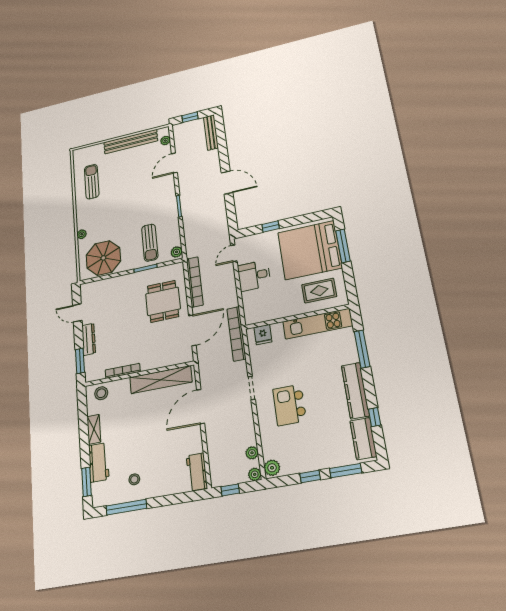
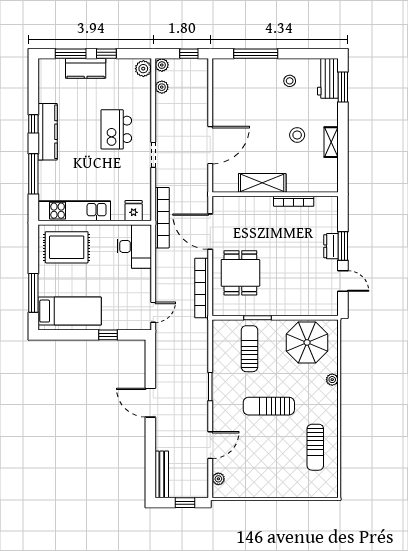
bench: (131, 142) -> (262, 489), removed
sun lounger: (130, 203) -> (269, 406), added
bed: (310, 250) -> (70, 311), width x0.49
plant: (176, 252) -> (219, 329), removed
desk: (254, 276) -> (134, 246), moved, width x1.37
rug: (319, 291) -> (67, 247), width x1.36, depth x1.43
door: (192, 330) -> (210, 232), hinge flipped
dresser: (89, 339) -> (331, 246), width x0.70
window: (80, 361) -> (343, 246), moved
shelving: (161, 380) -> (262, 183), width x0.68
stool: (101, 393) -> (297, 135), moved
kitchen island: (289, 405) -> (116, 129), turned 180
window: (375, 417) -> (33, 124), moved
kitchen counter: (363, 439) -> (86, 68), moved, turned 90
workbench: (99, 462) -> (328, 78), moved
workbench: (197, 472) -> (222, 77), removed
window: (126, 507) -> (256, 54), moved

